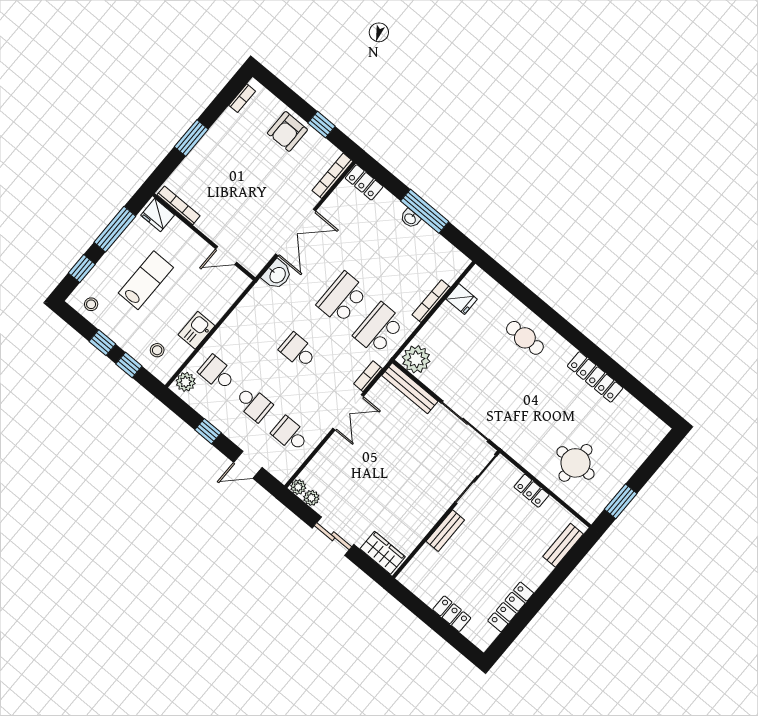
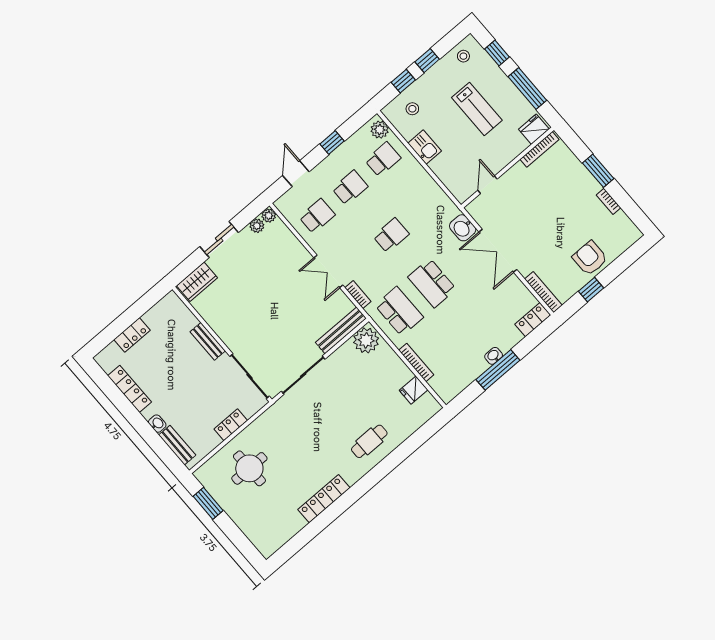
bookcase: (242, 98) -> (609, 201), moved
school desk: (342, 298) -> (432, 283), turned 180
school desk: (254, 404) -> (350, 188), turned 180
washbasin: (543, 571) -> (157, 424), added

